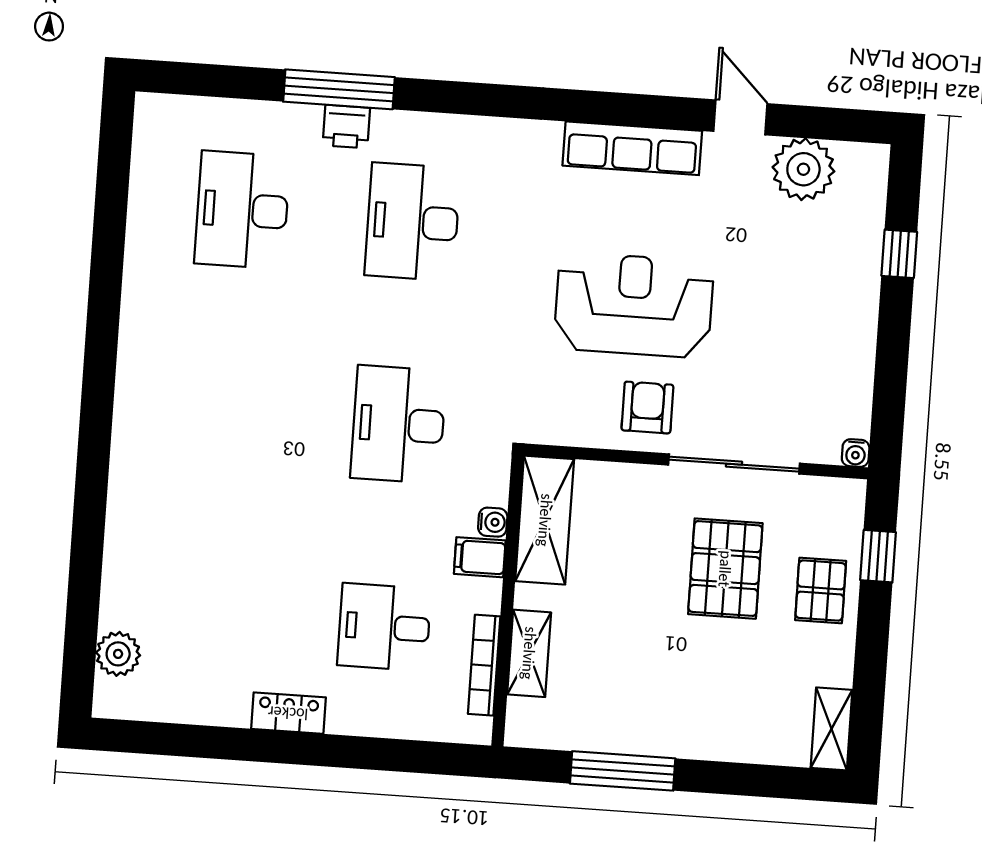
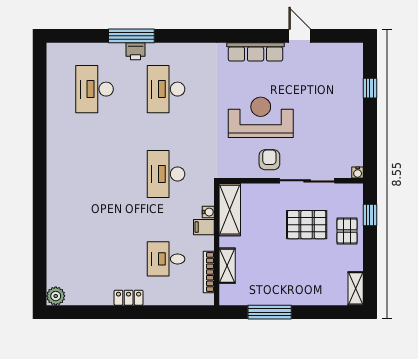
plant: (803, 169) -> (328, 56), removed
pallet: (725, 569) -> (307, 225), turned 90
plant: (118, 654) -> (56, 296), moved

